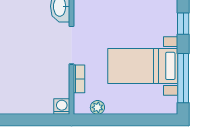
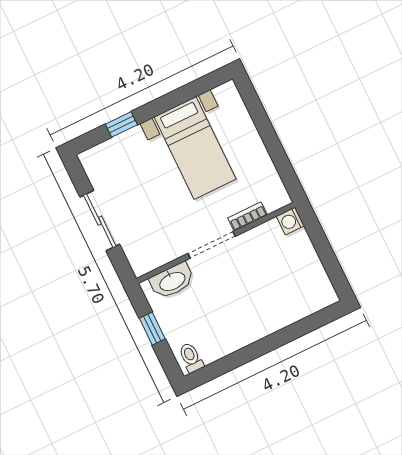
window: (183, 78) -> (186, 93), removed
plant: (97, 107) -> (271, 178), removed

